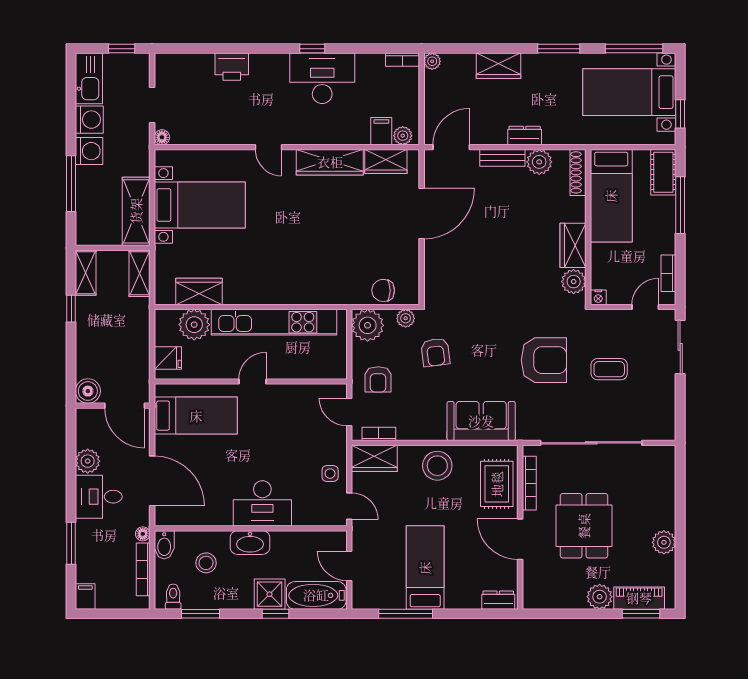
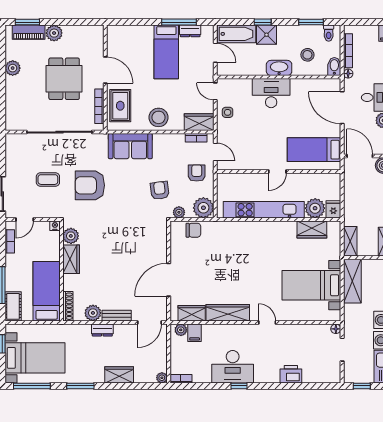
fridge: (168, 358) -> (333, 209), moved, turned 90
dresser: (498, 600) -> (190, 31), moved

